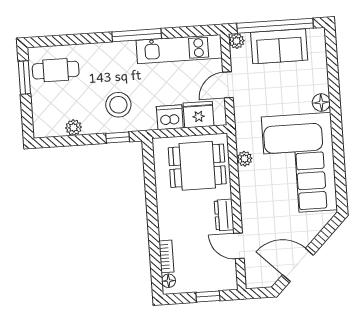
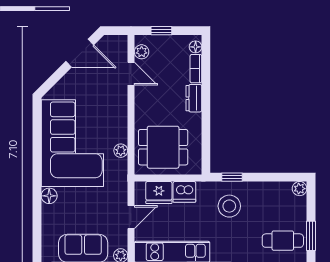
plant: (74, 128) -> (300, 189), moved
dresser: (224, 215) -> (194, 98), moved, turned 180
plant: (229, 271) -> (142, 52), added

